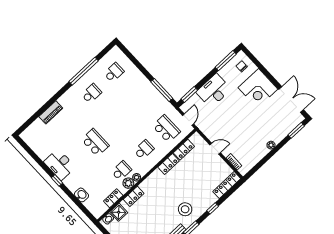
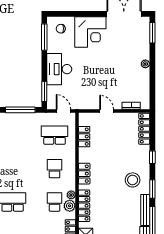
door: (215, 149) -> (107, 111), hinge flipped
locker: (169, 164) -> (84, 174), moved
locker: (134, 196) -> (84, 206), width x1.53

